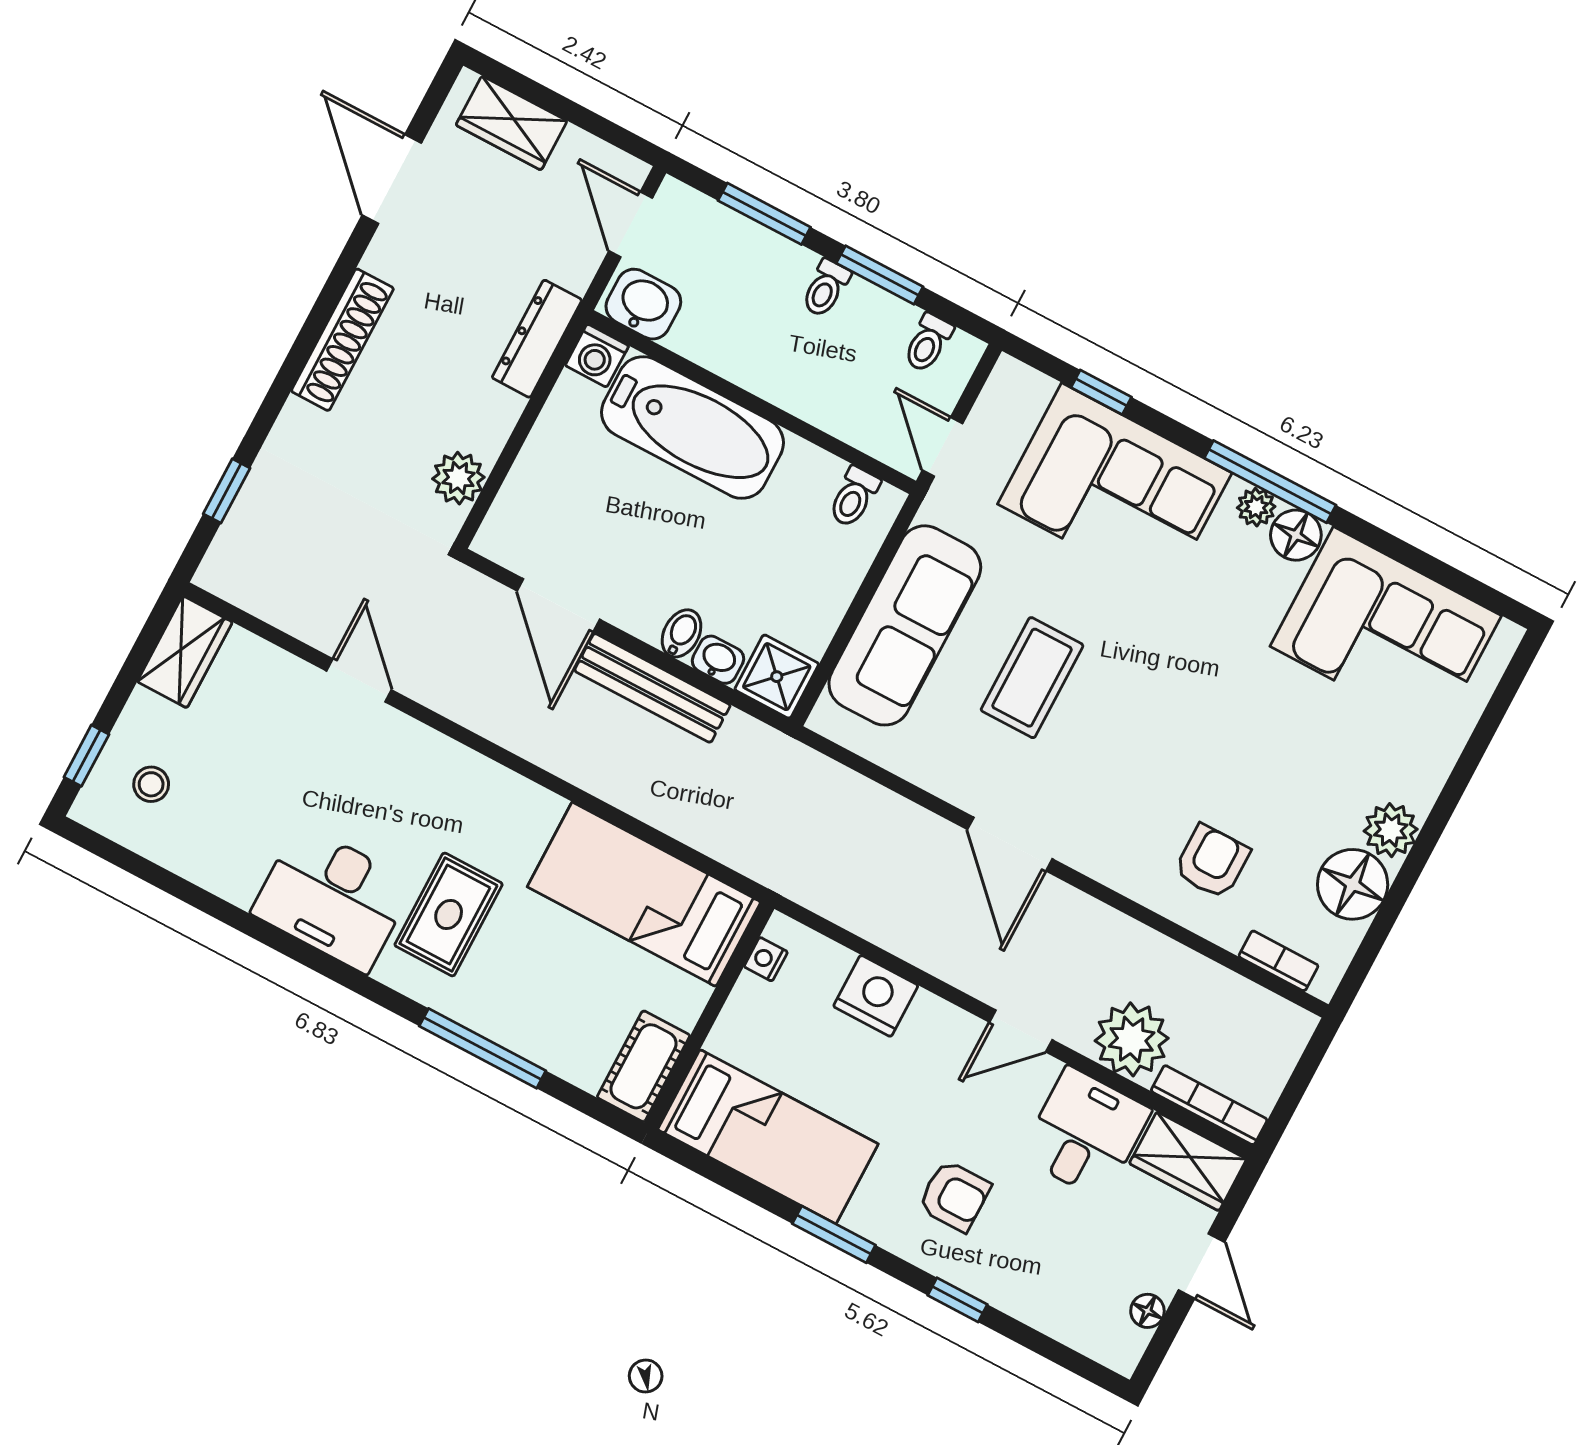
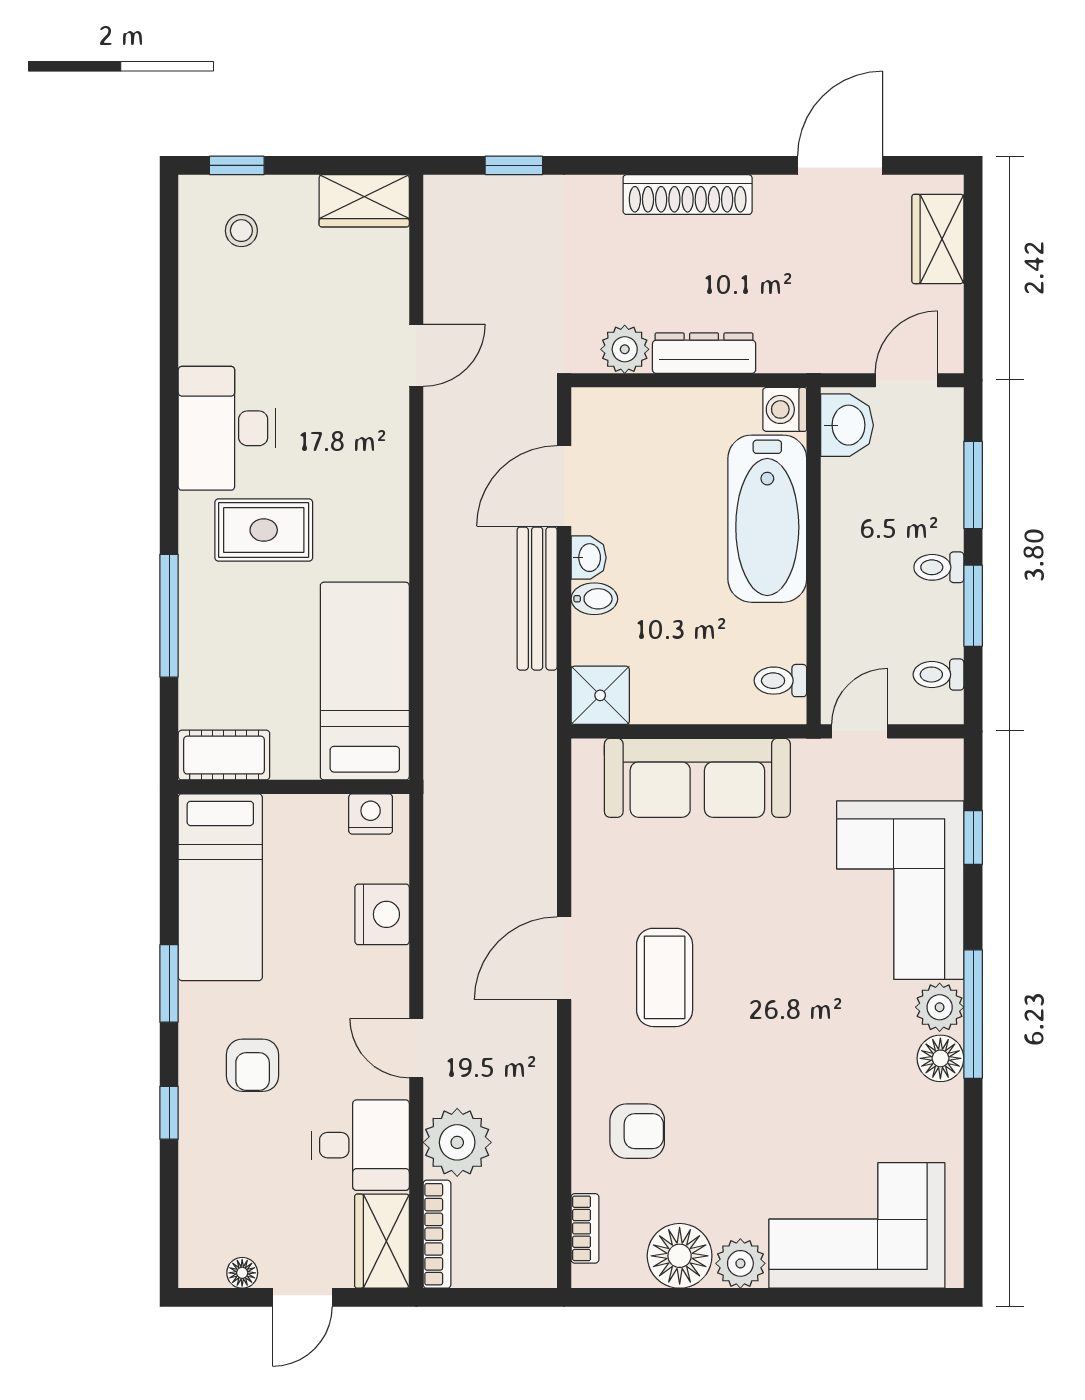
dresser: (537, 339) -> (704, 353), moved
plant: (1256, 507) -> (940, 1007), width x1.38, depth x1.38
corner sofa: (1386, 631) -> (857, 1225), moved, turned 90
washbasin: (718, 660) -> (589, 558), moved
coffee table: (1032, 678) -> (665, 977), moved, turned 90
nightstand: (766, 959) -> (371, 814), width x1.39, depth x1.35

